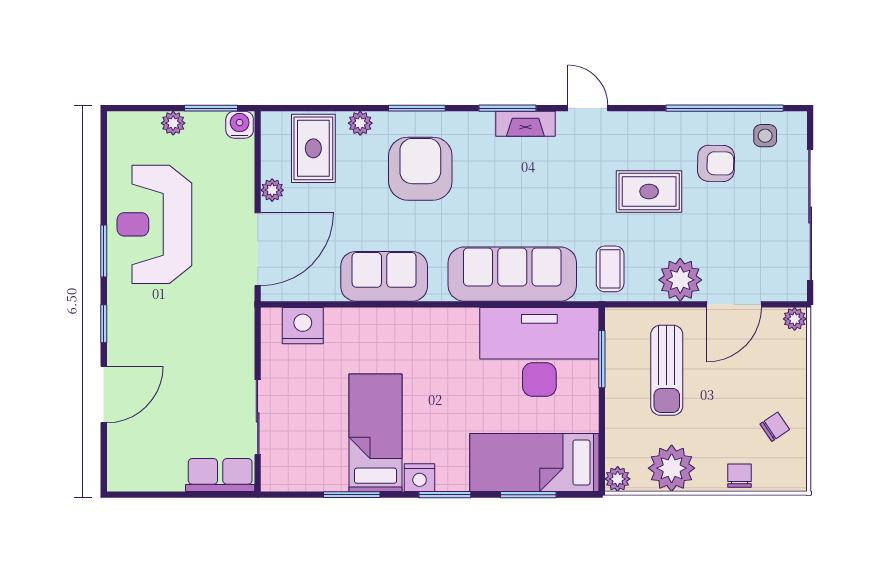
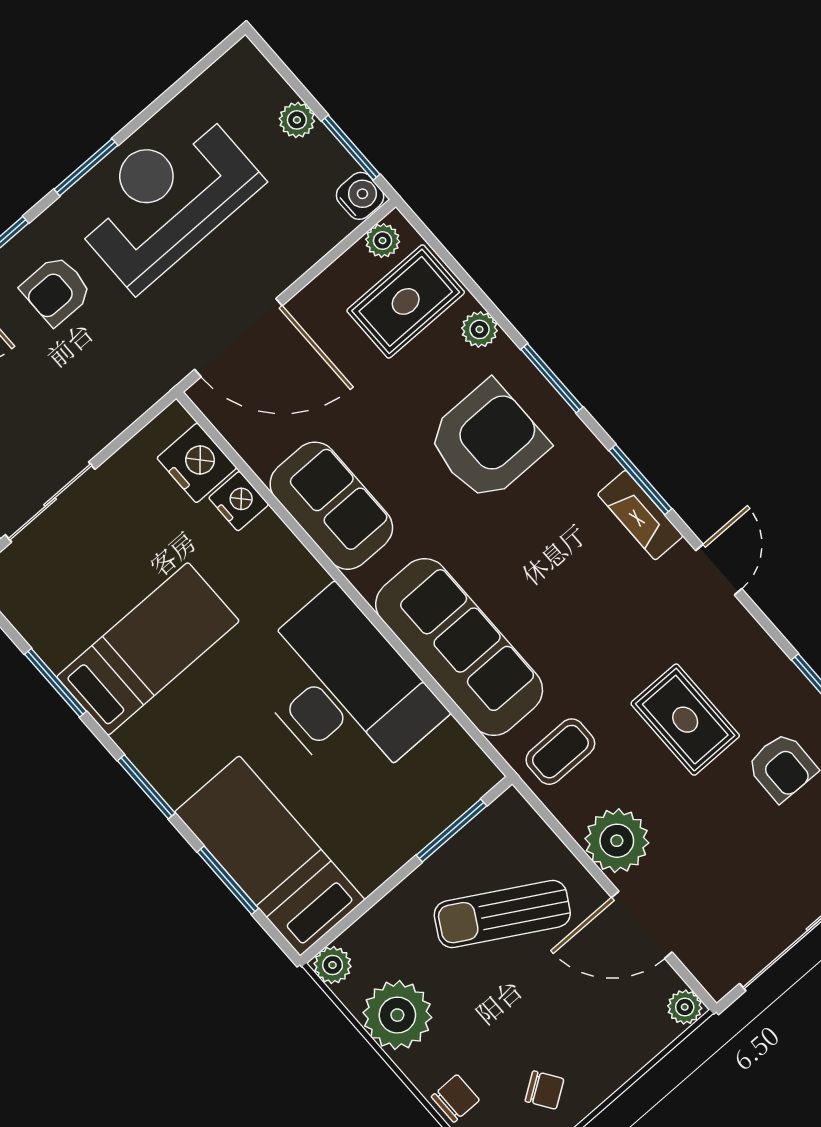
plant: (272, 190) -> (383, 241), moved
armchair: (153, 321) -> (56, 290), added
desk: (539, 352) -> (343, 690), moved
sun lounger: (667, 370) -> (502, 914), turned 30
nightstand: (420, 478) -> (239, 501), moved, turned 180

